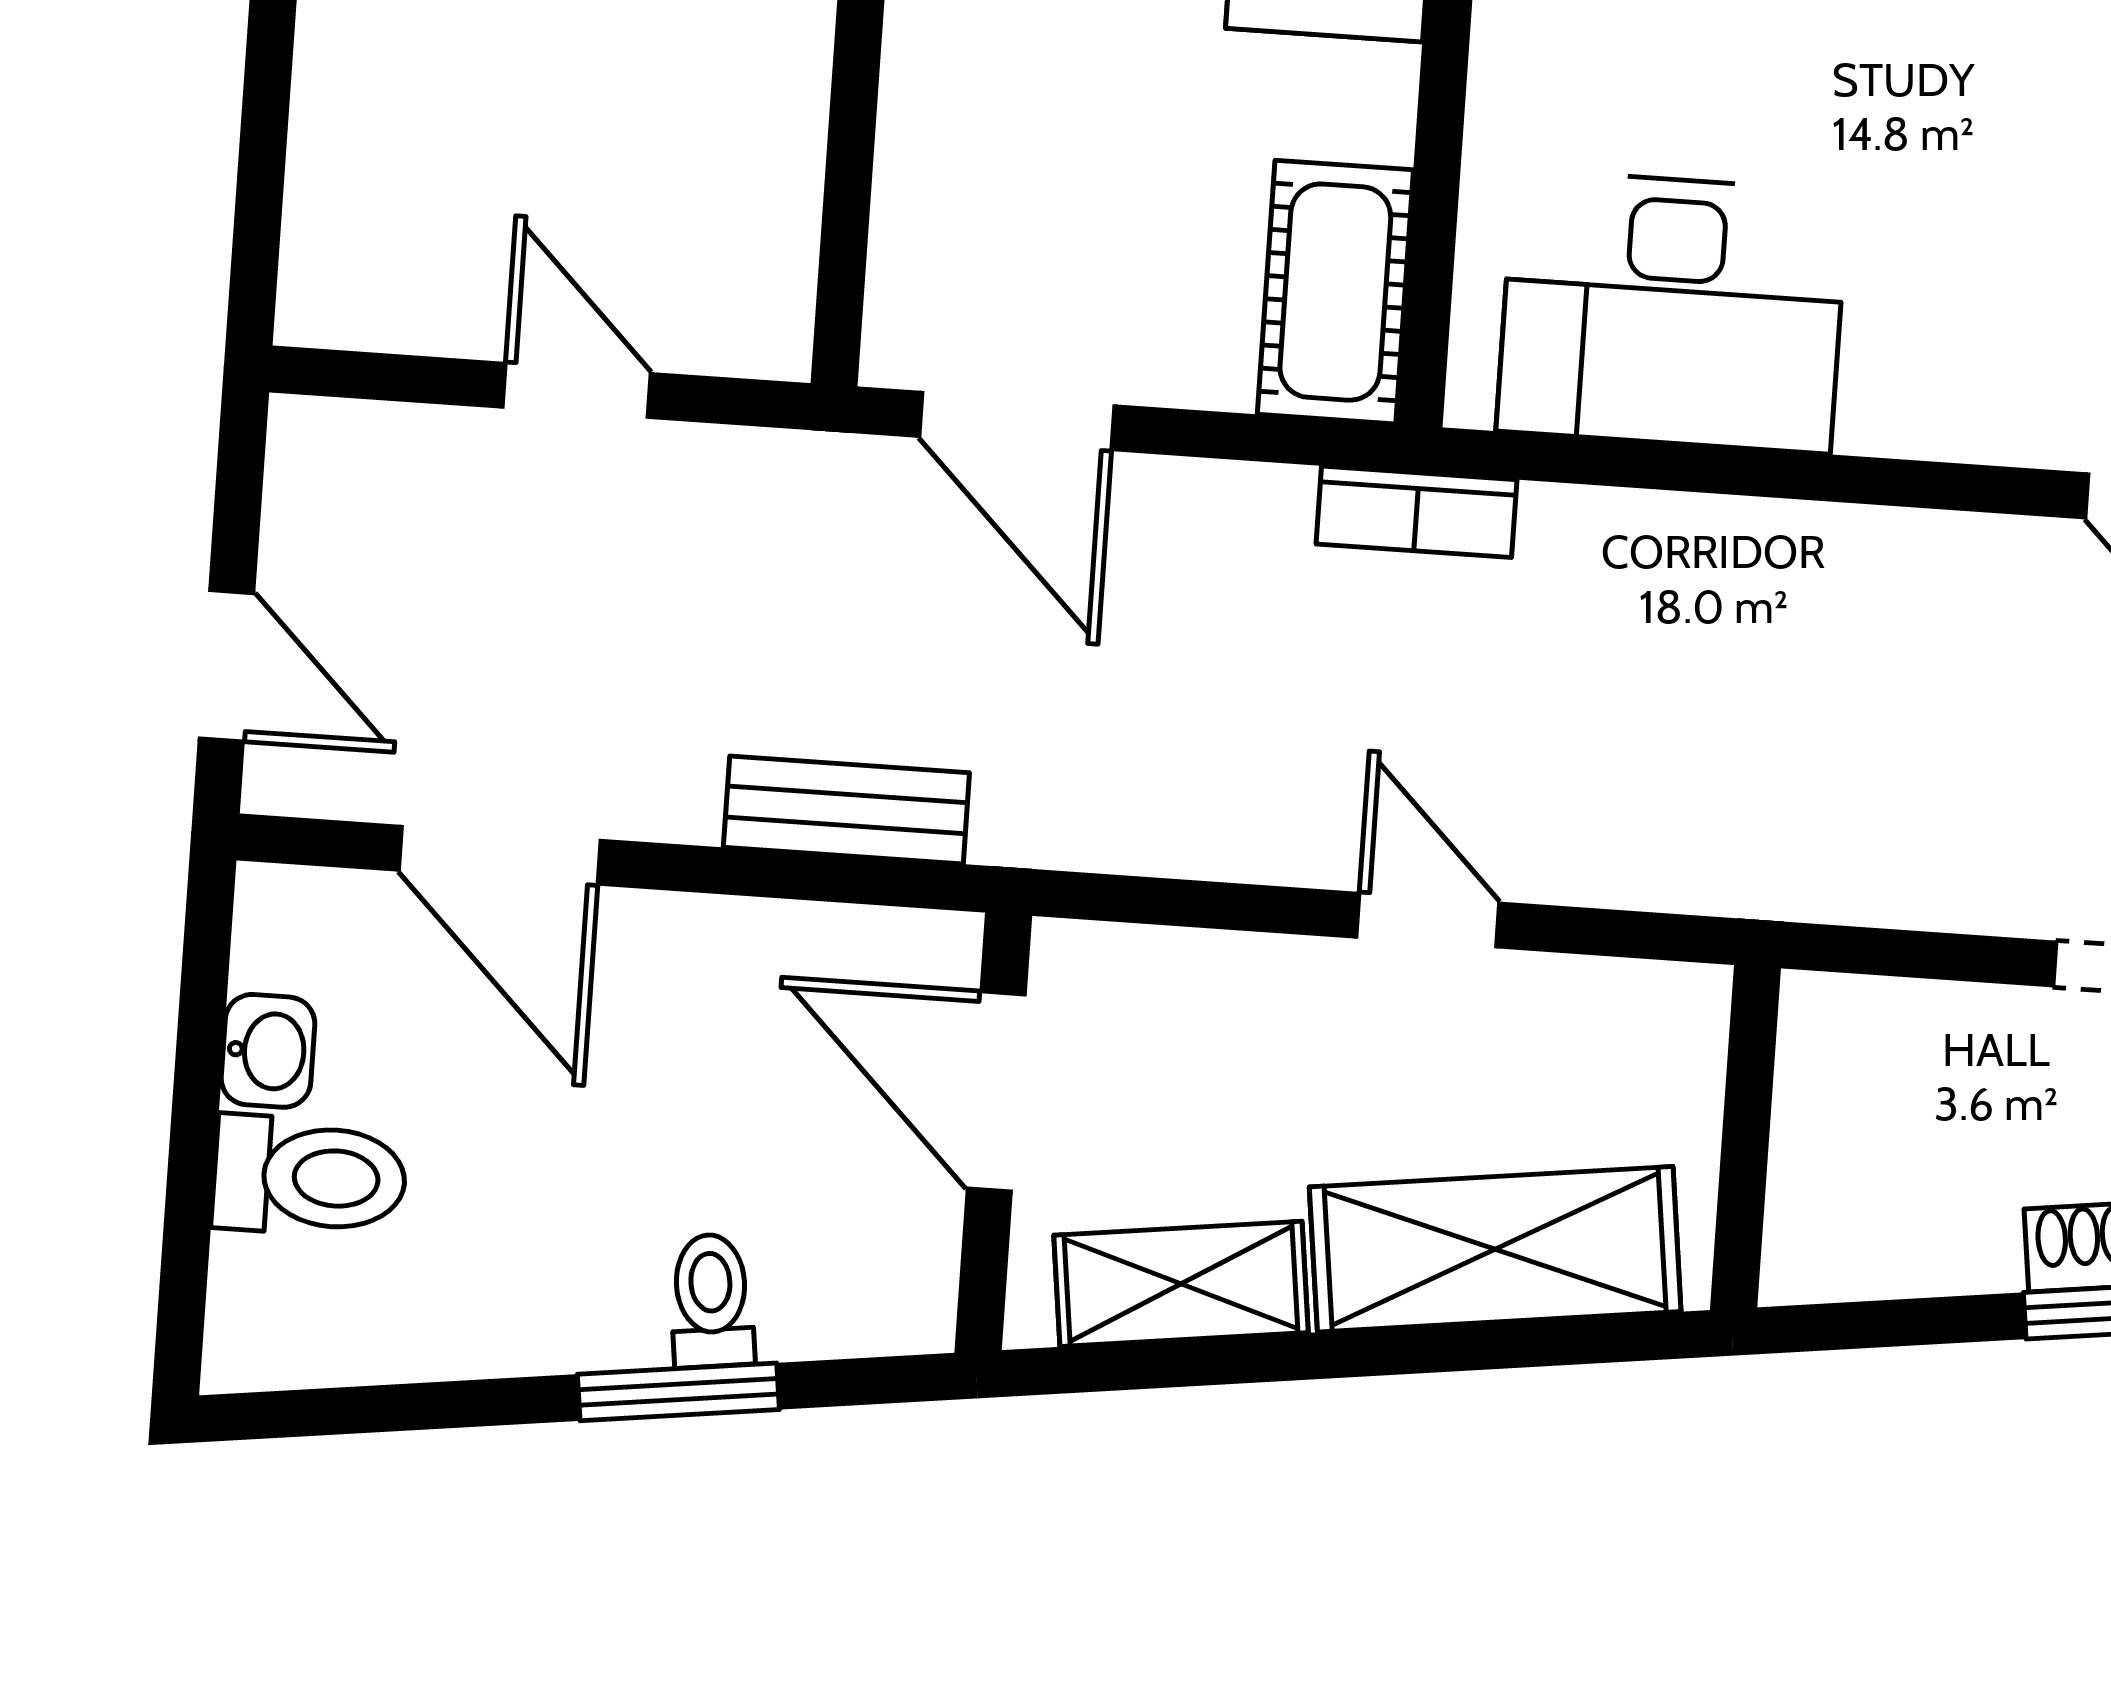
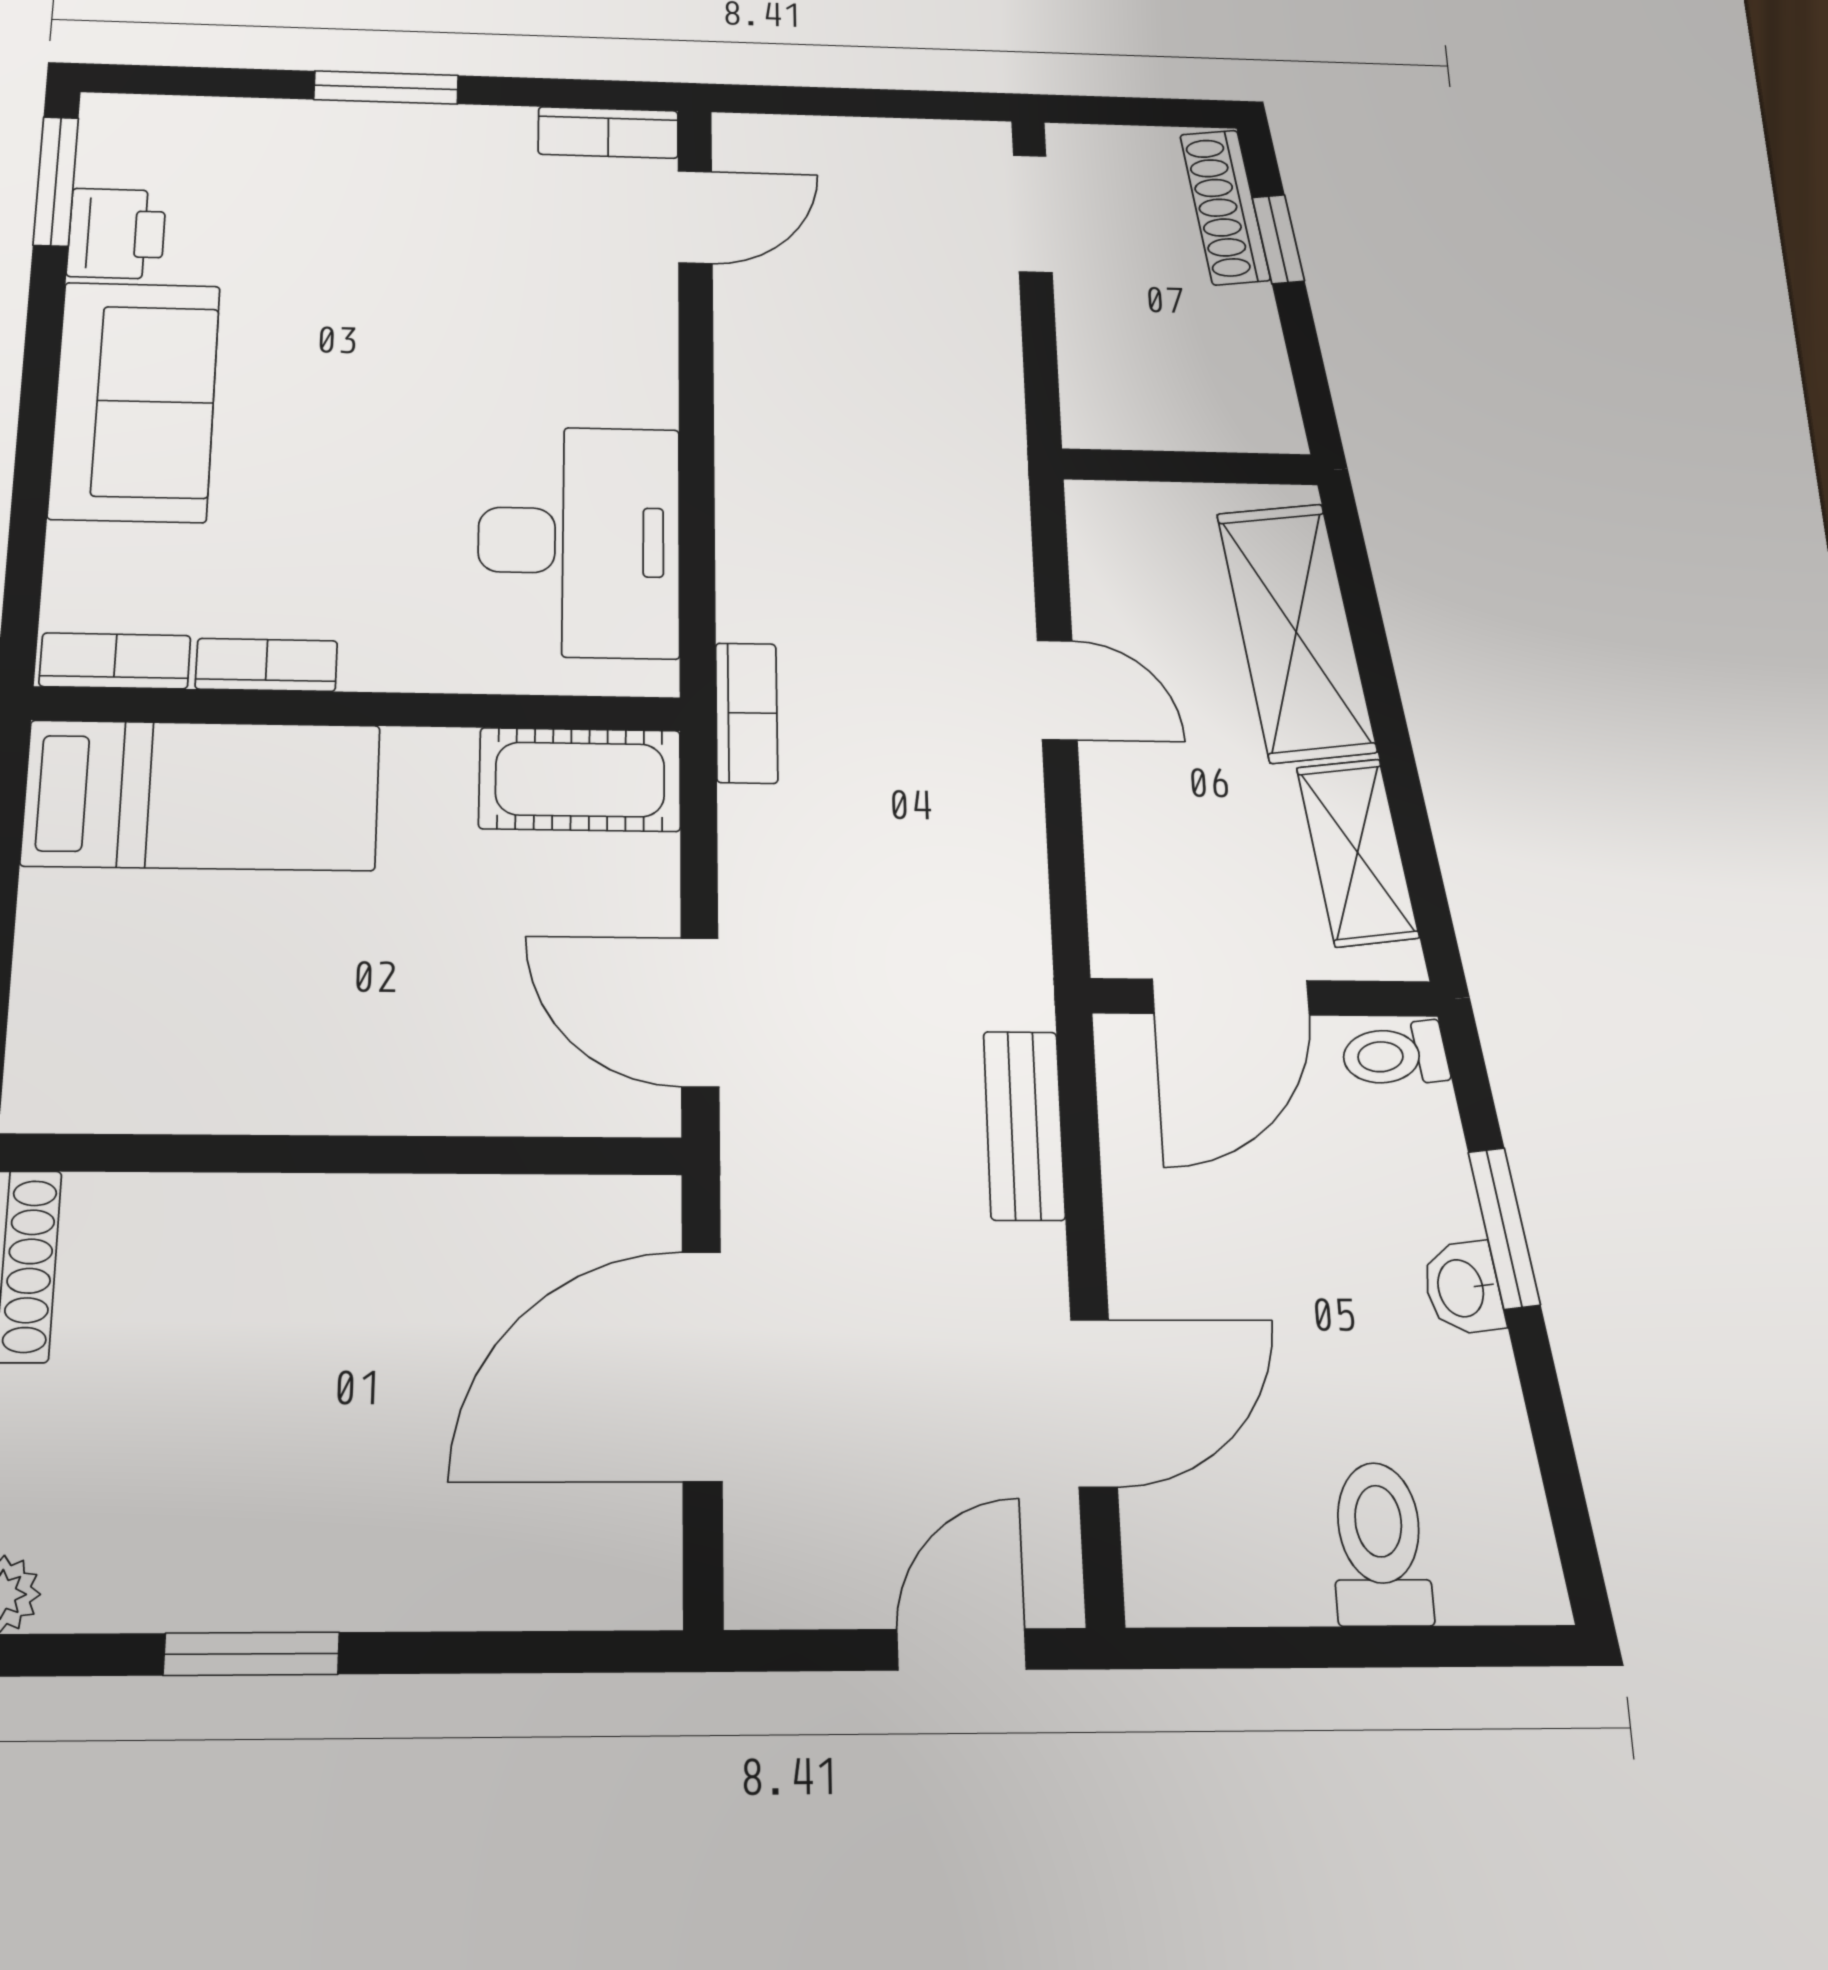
door: (577, 390) -> (702, 1366), width x1.88
door: (1017, 421) -> (700, 1012), swing flipped
door: (1428, 920) -> (1057, 690), swing flipped
washbasin: (268, 1051) -> (1463, 1288), moved, turned -97
toilet: (711, 1301) -> (1395, 1055), moved

